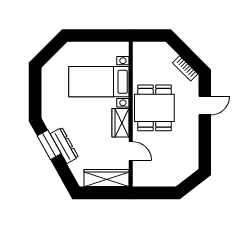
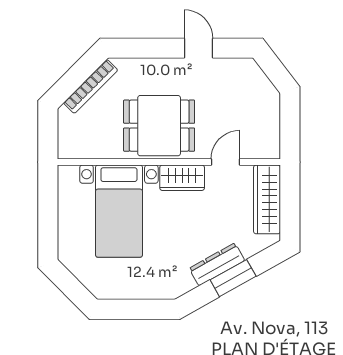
bookcase: (185, 68) -> (91, 86), width x1.56
door: (205, 106) -> (199, 48), moved
window: (49, 145) -> (233, 278), moved

